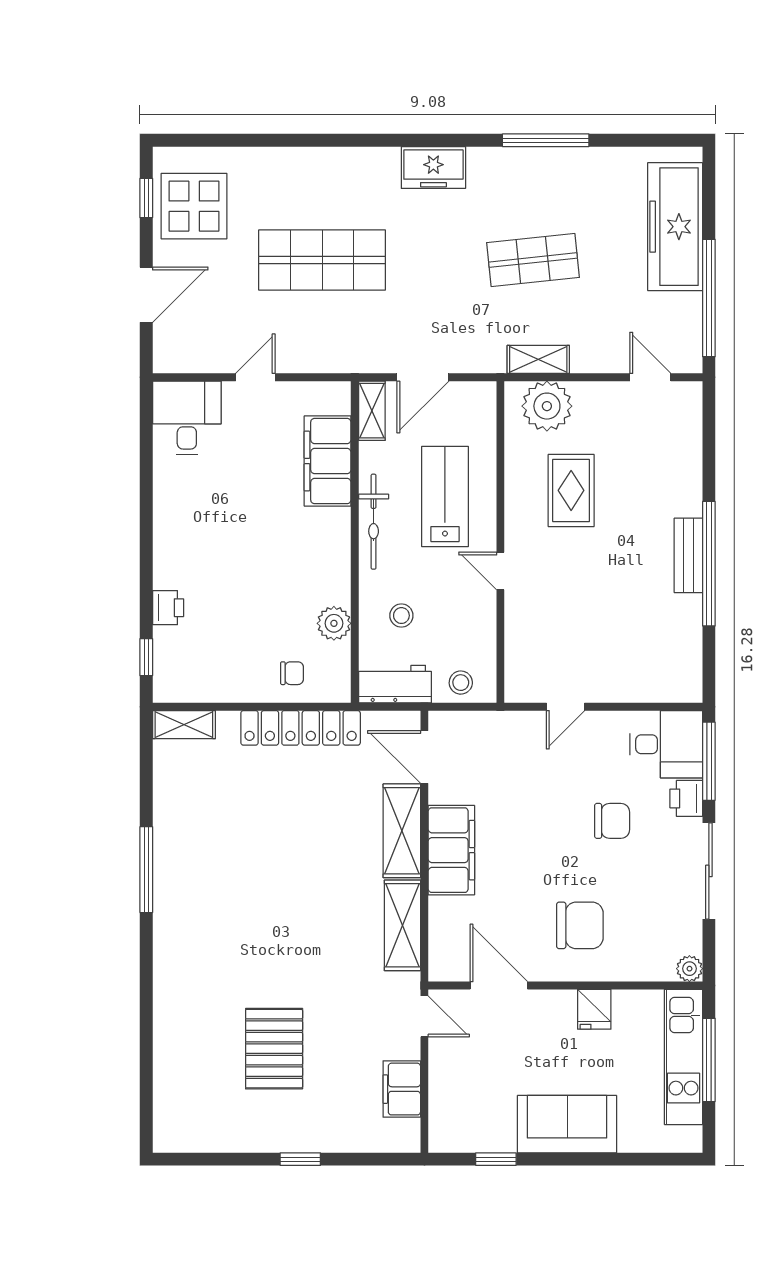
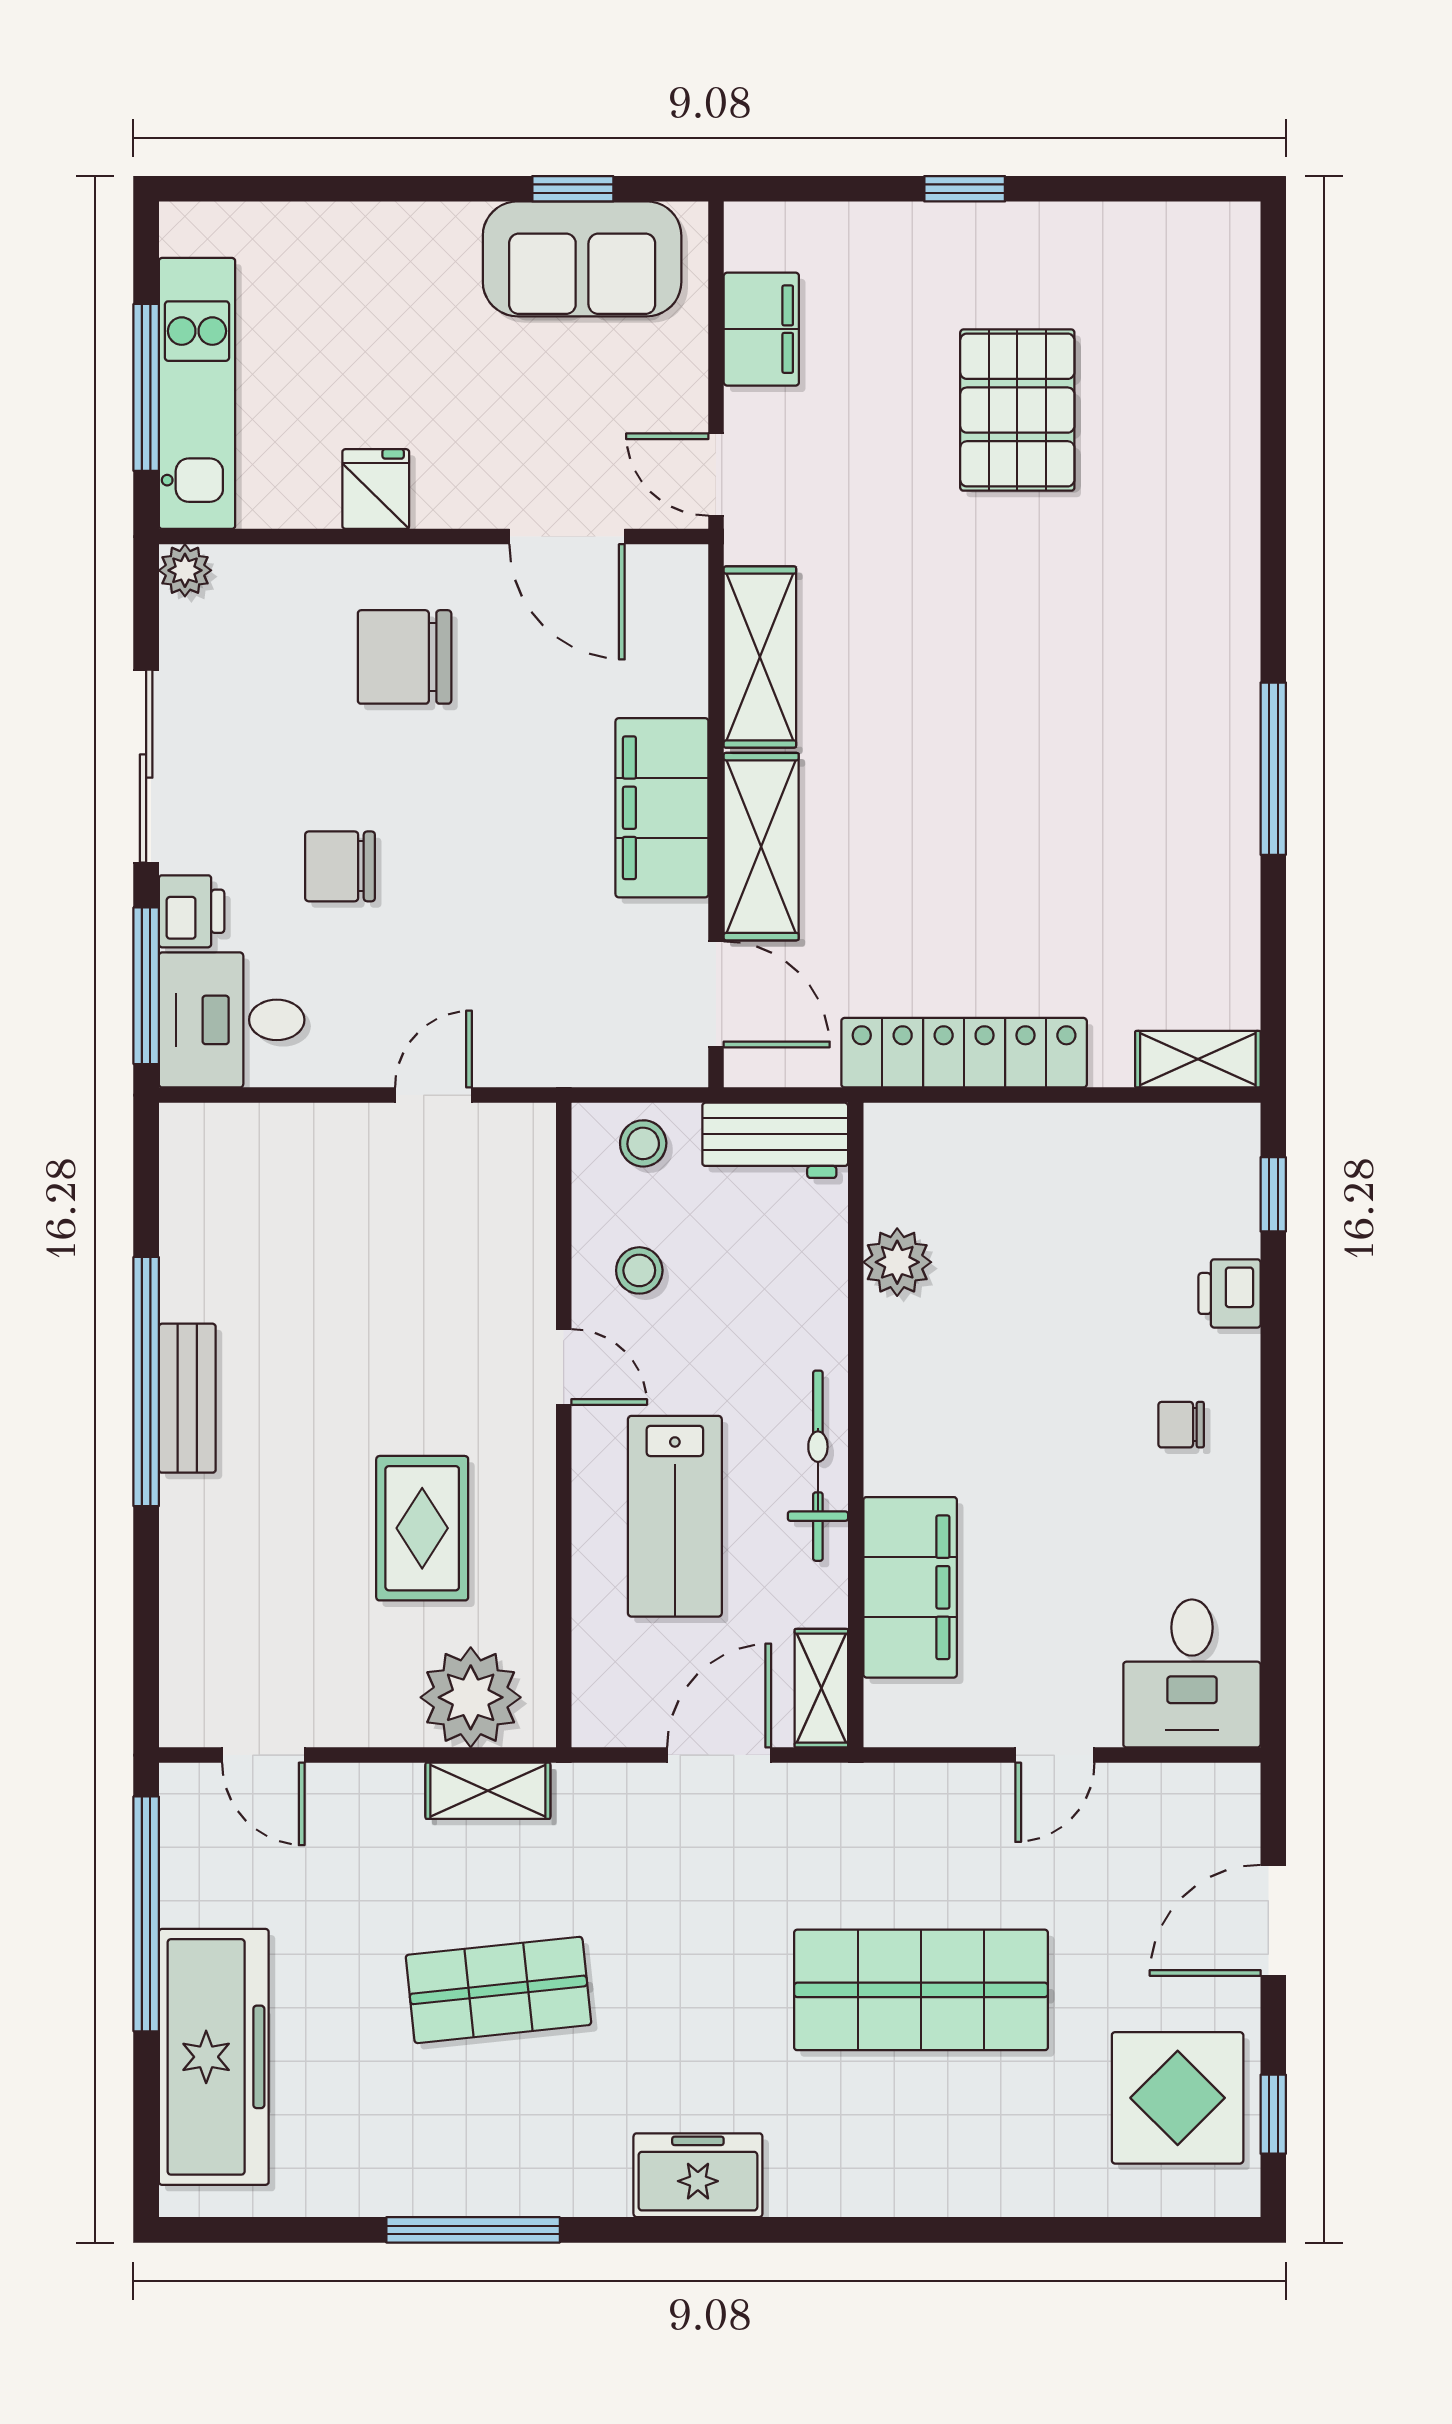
stool: (401, 616) -> (639, 1270), moved
chair: (292, 673) -> (1181, 1425), moved
sofa: (567, 1124) -> (582, 259), moved

